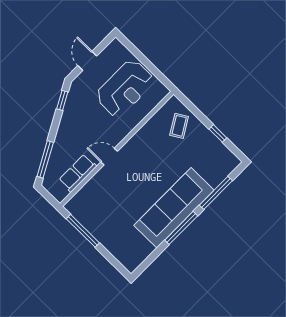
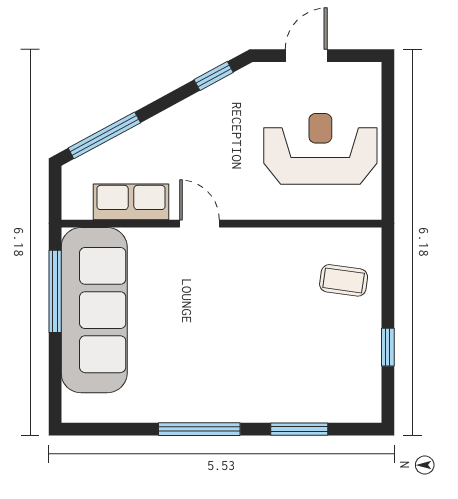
reception desk: (125, 88) -> (320, 149), turned 180
coffee table: (179, 126) -> (344, 280), turned 39
window: (216, 193) -> (299, 429), width x0.69
sofa: (174, 208) -> (94, 310), moved, turned 90

